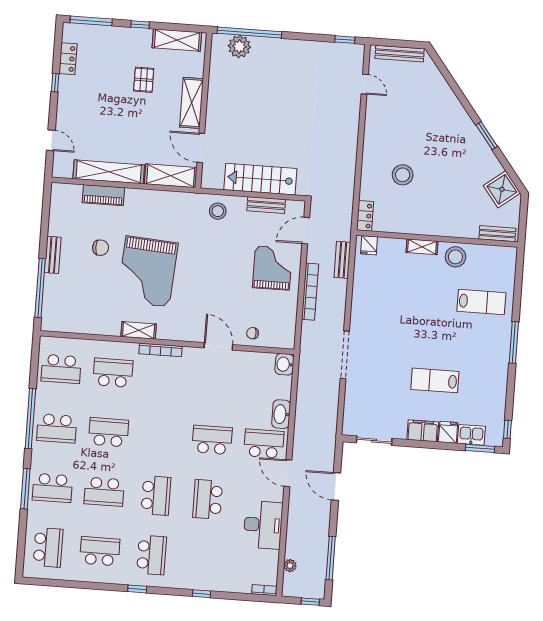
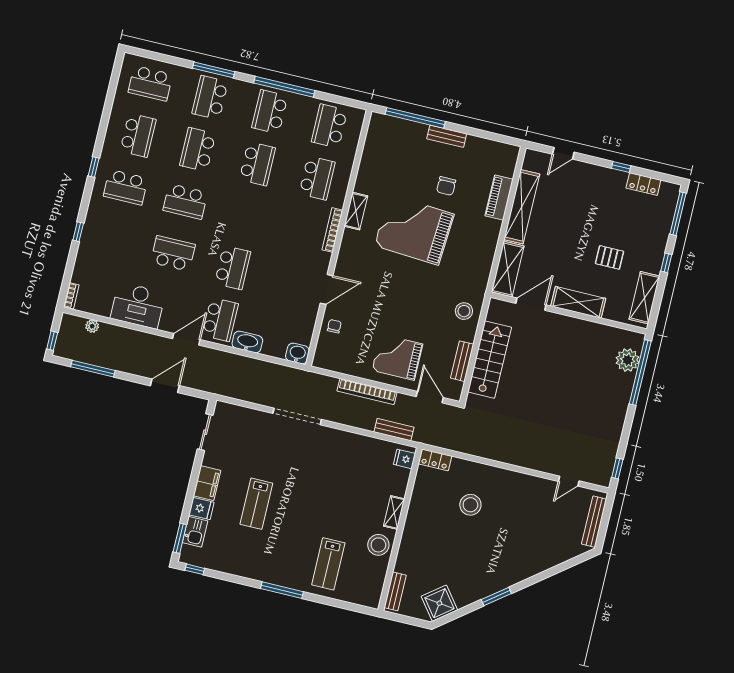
grand piano: (272, 268) -> (397, 357), turned 180
lab bench: (435, 380) -> (256, 504), turned 180

